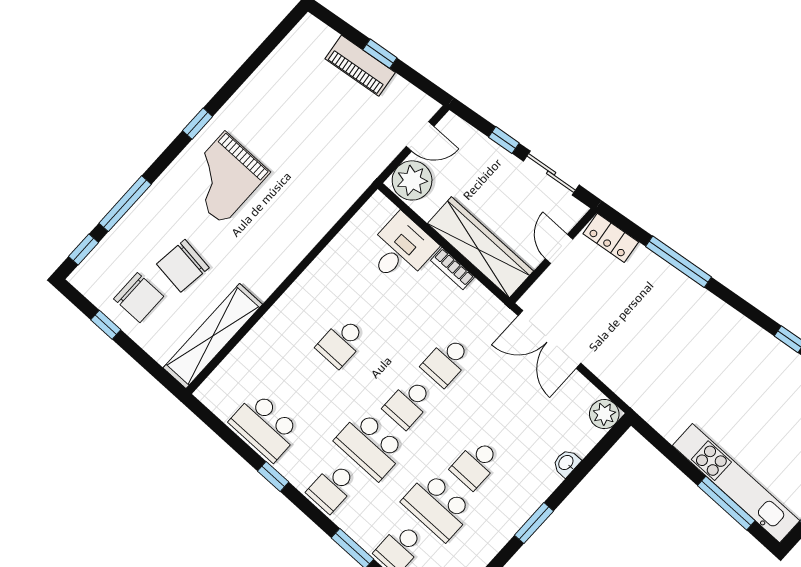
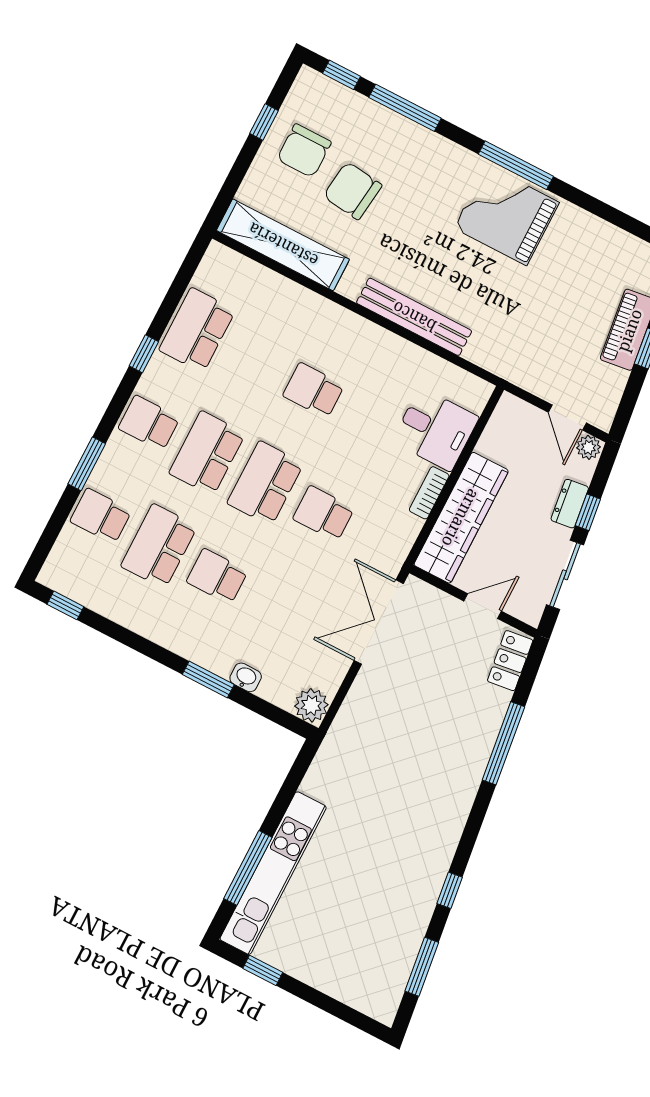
window: (198, 124) -> (516, 165), width x2.17
dresser: (493, 153) -> (570, 504), added
grand piano: (224, 178) -> (506, 215), moved
plant: (412, 180) -> (589, 447), moved, width x0.53, depth x0.53
bench: (302, 242) -> (414, 317), added
school desk: (408, 404) -> (265, 483), width x1.85
window: (534, 523) -> (208, 679), moved

